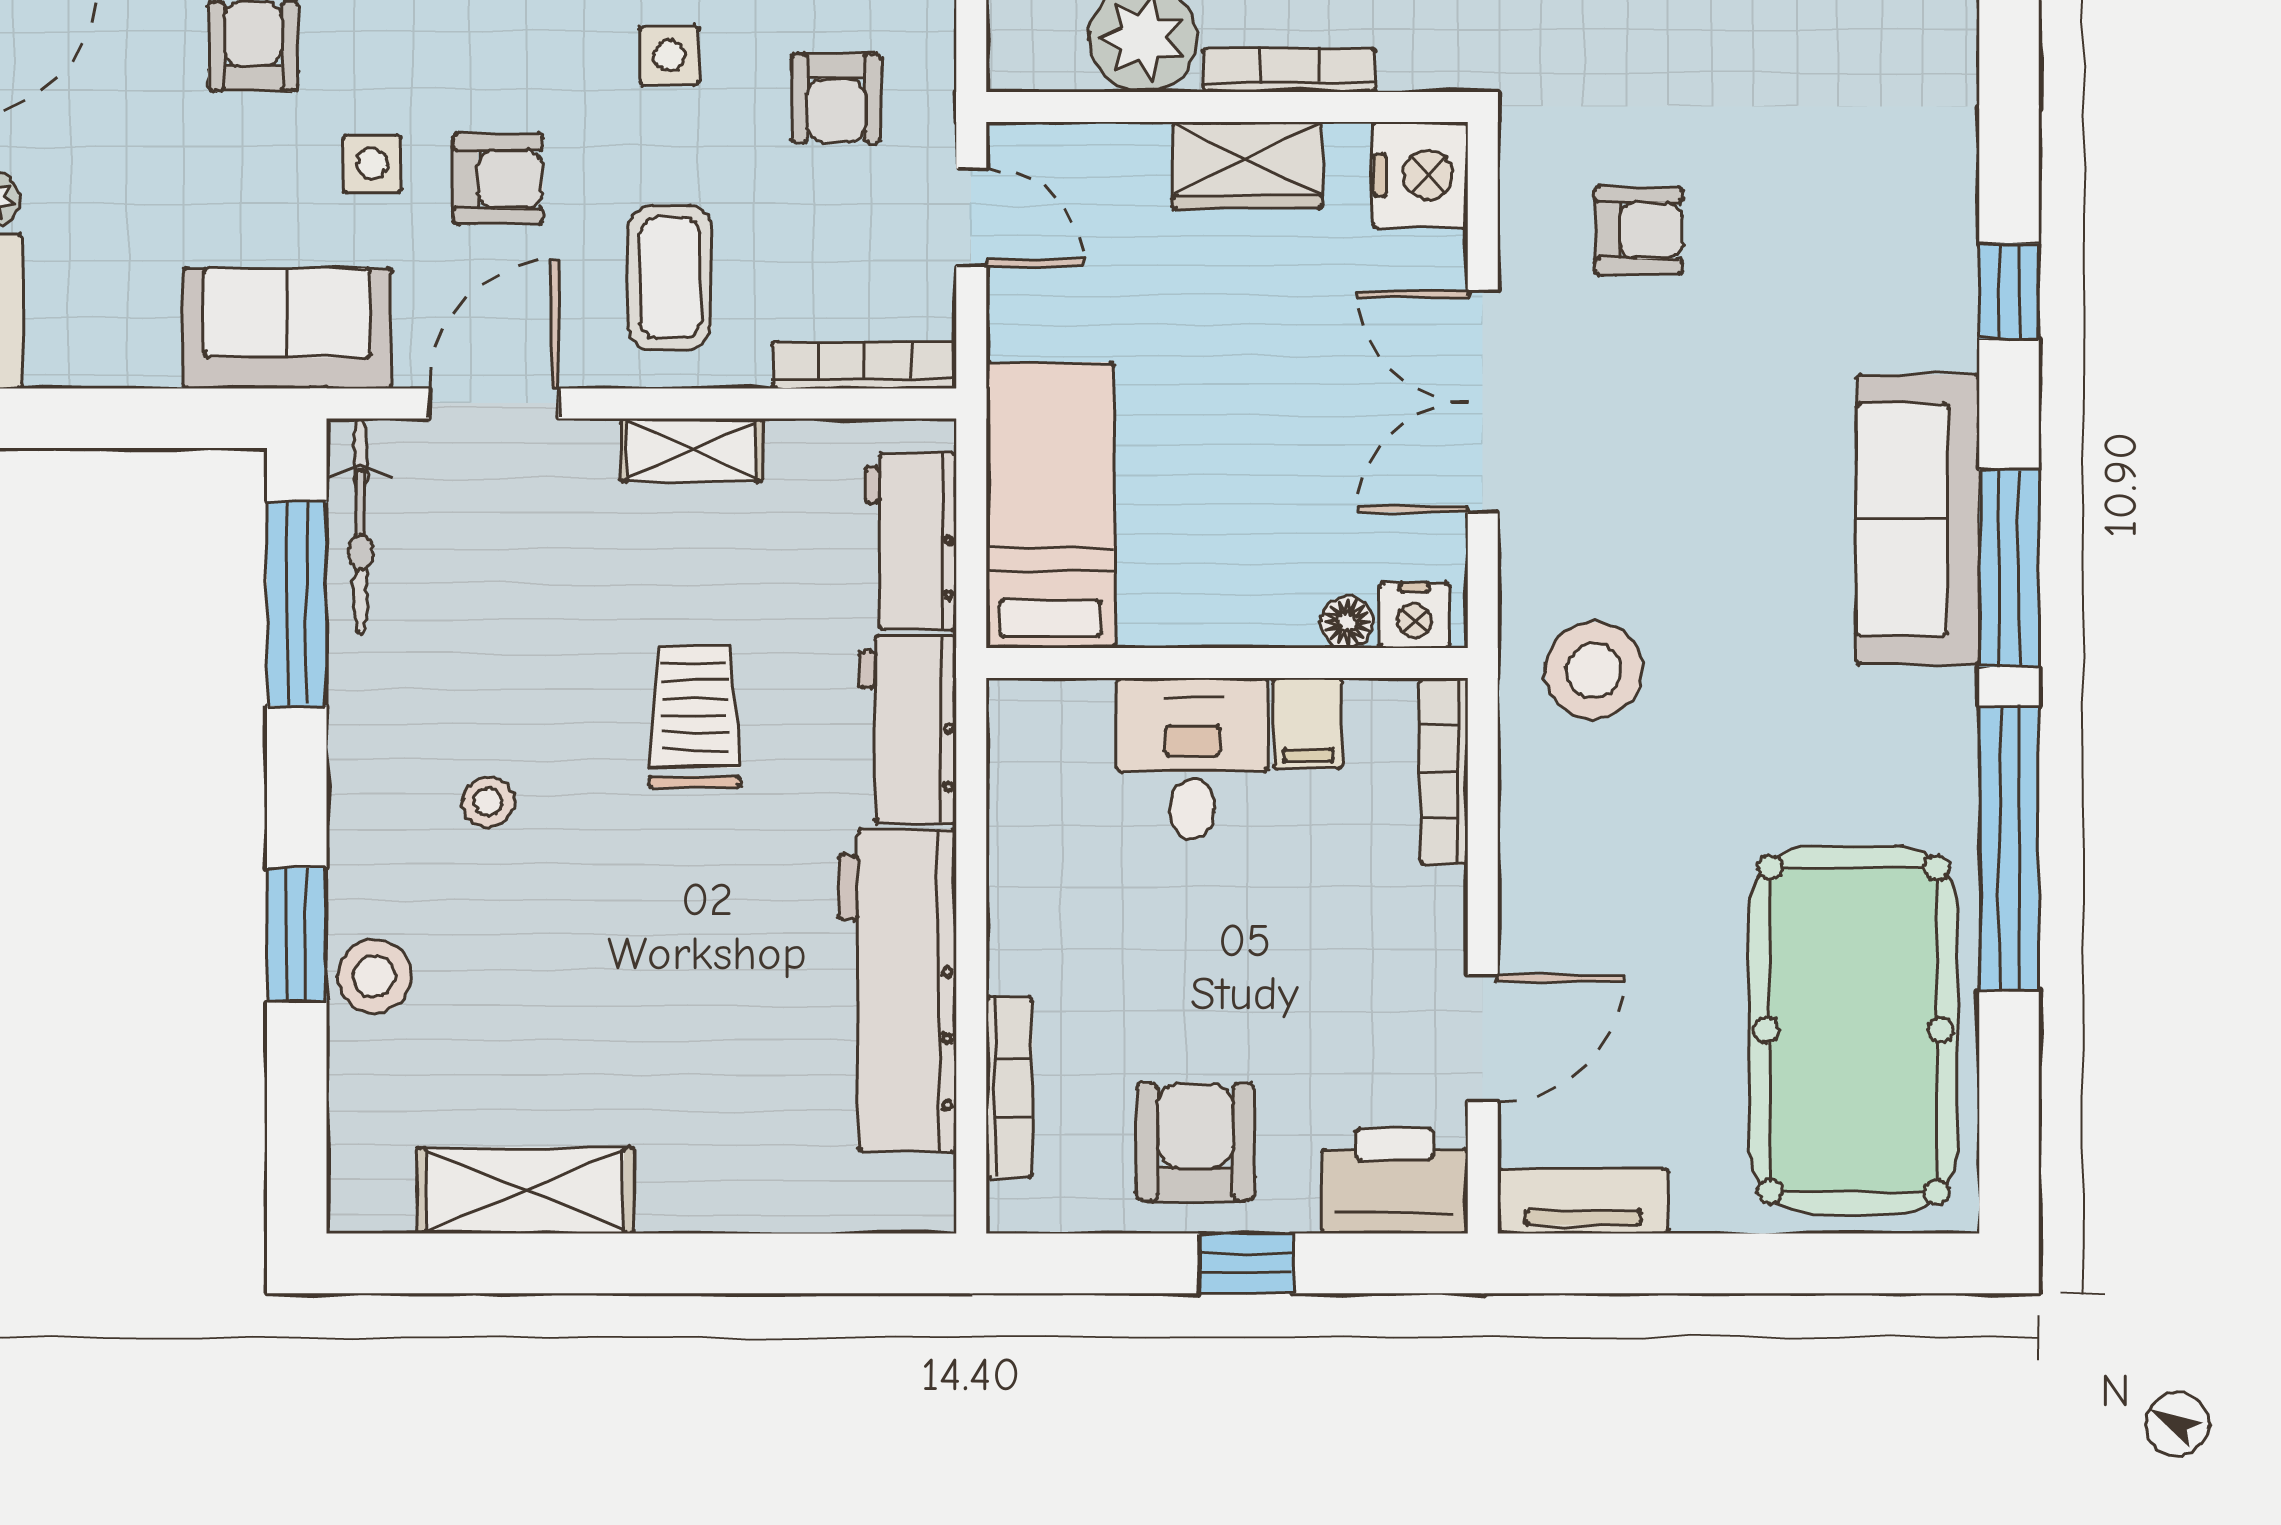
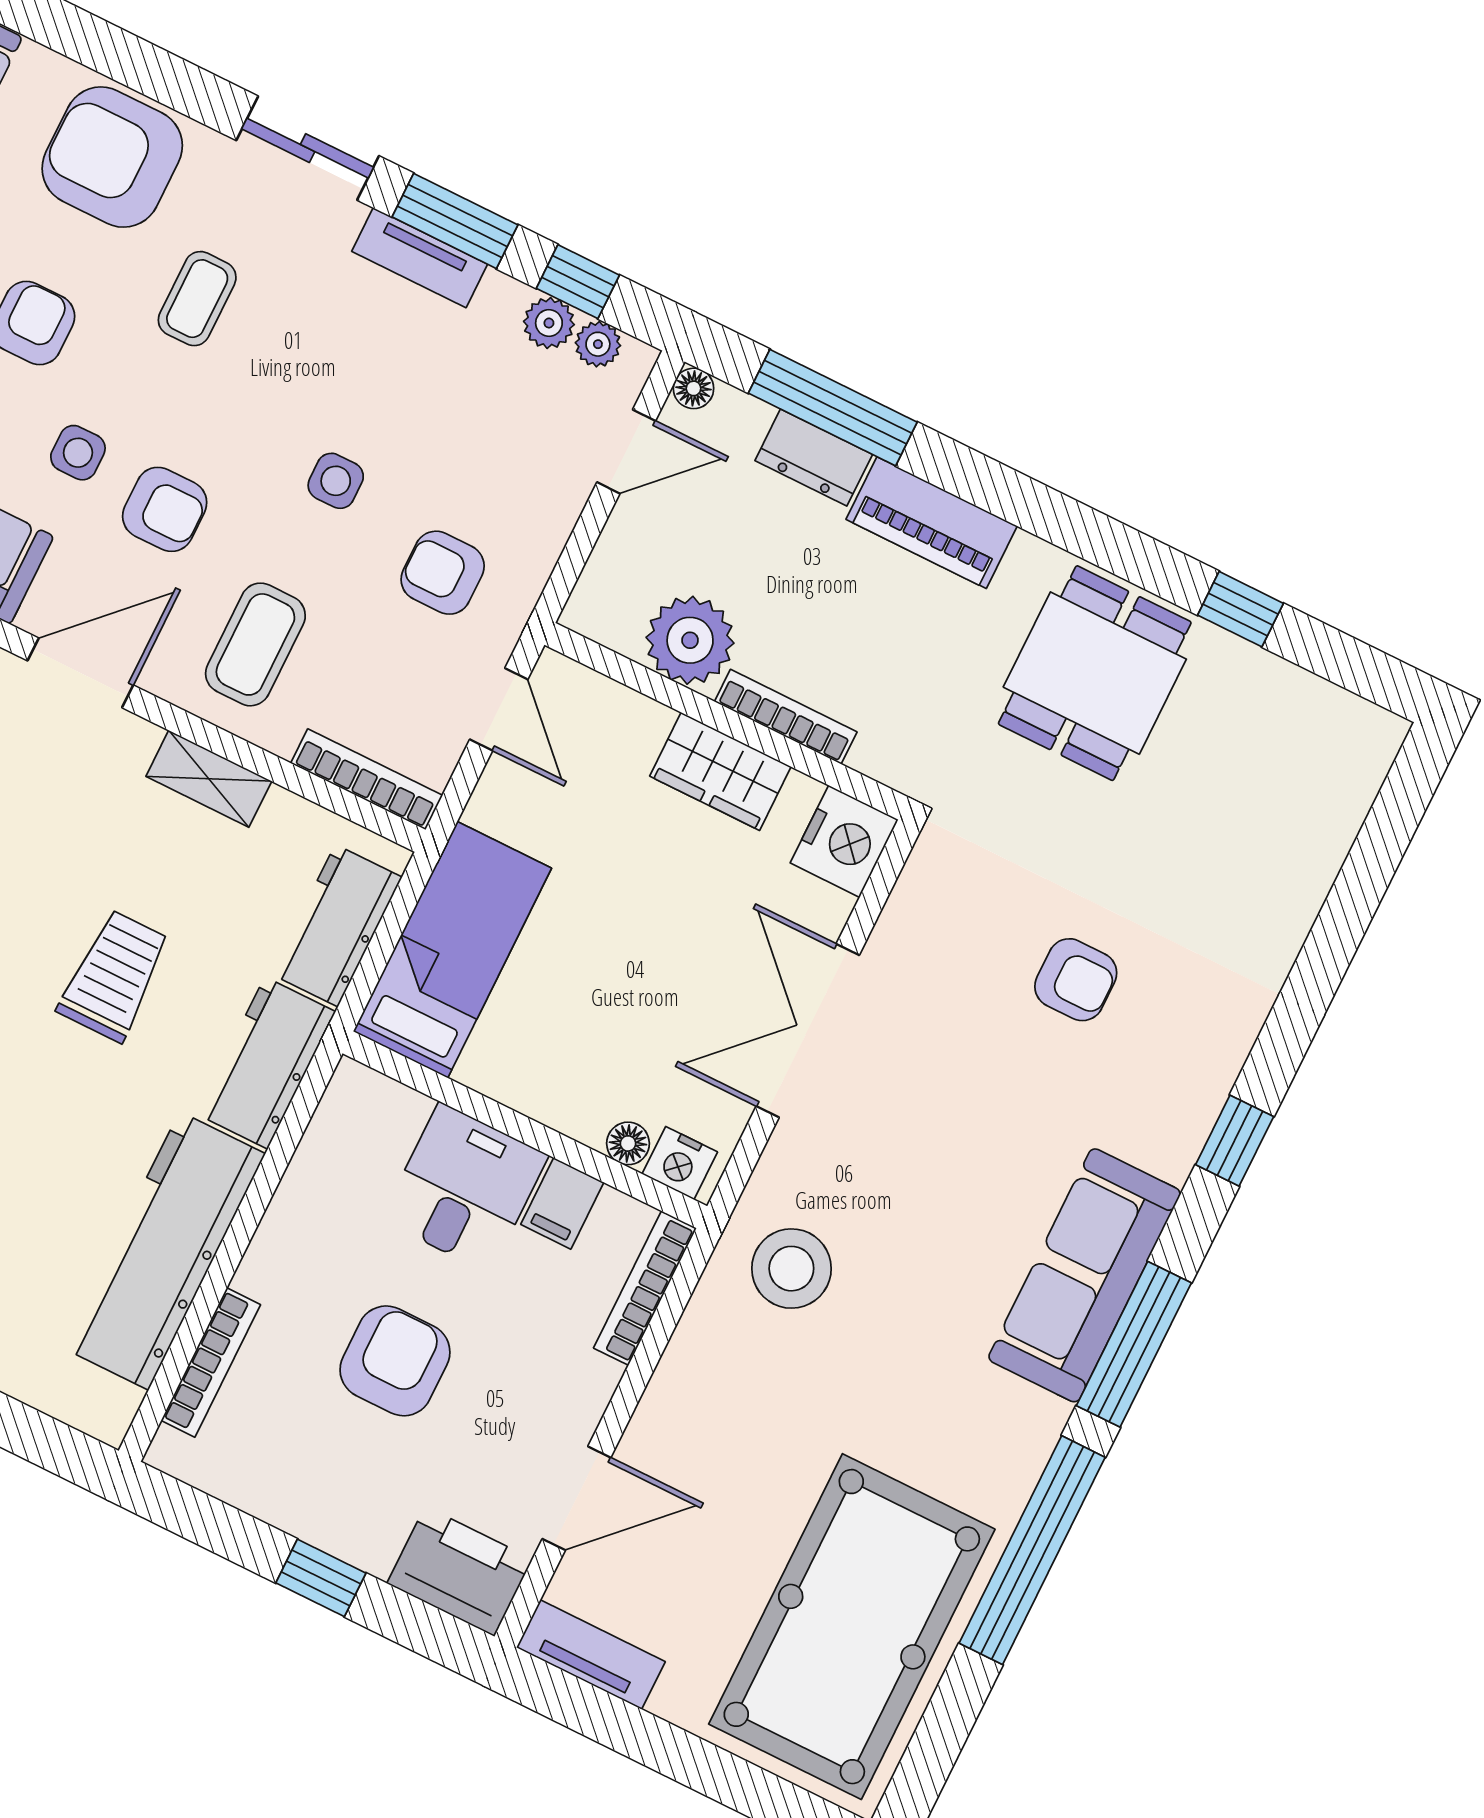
armchair: (836, 98) -> (443, 573), turned 90
armchair: (1639, 231) -> (1076, 980), moved
armchair: (1195, 1142) -> (395, 1361), moved

